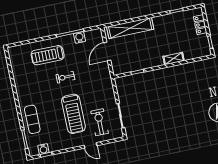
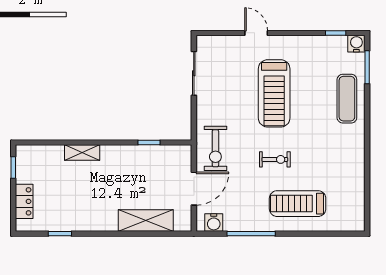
shelving: (130, 28) -> (146, 221), width x0.68
water cooler: (80, 37) -> (214, 223), moved
treadmill: (48, 55) -> (298, 204), turned 180
treadmill: (73, 114) -> (274, 93), turned 180
exercise bike: (100, 122) -> (215, 148), moved
water cooler: (43, 149) -> (356, 44), moved

